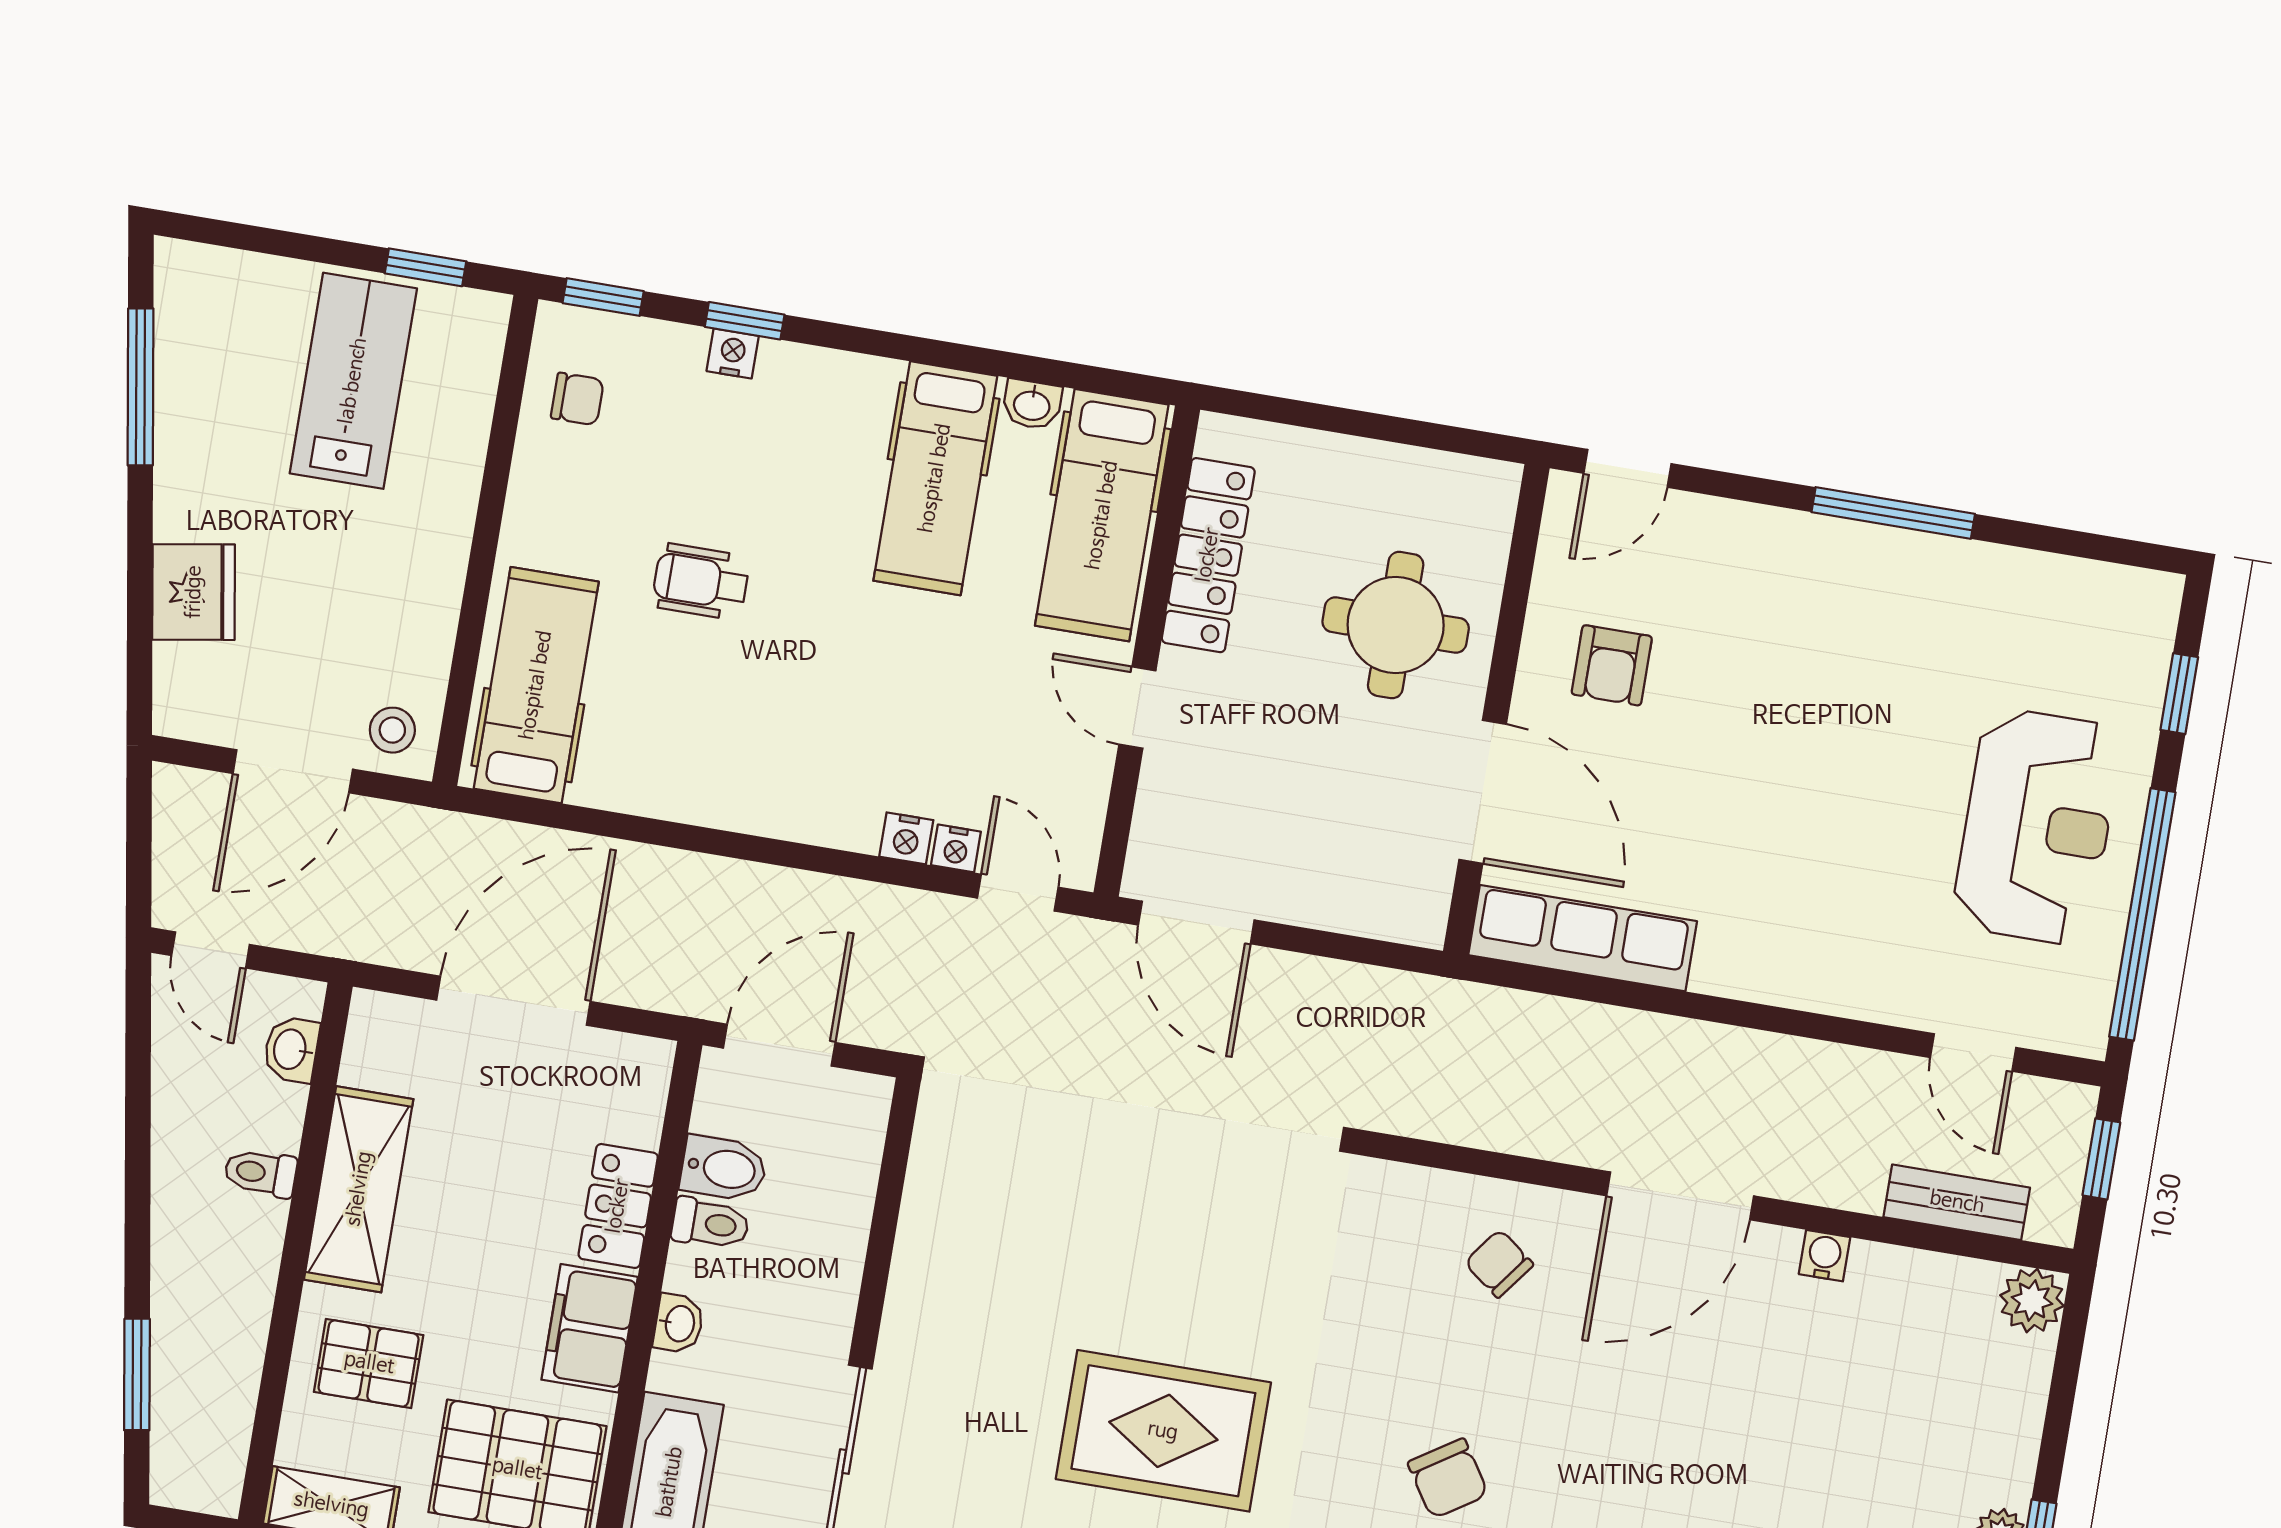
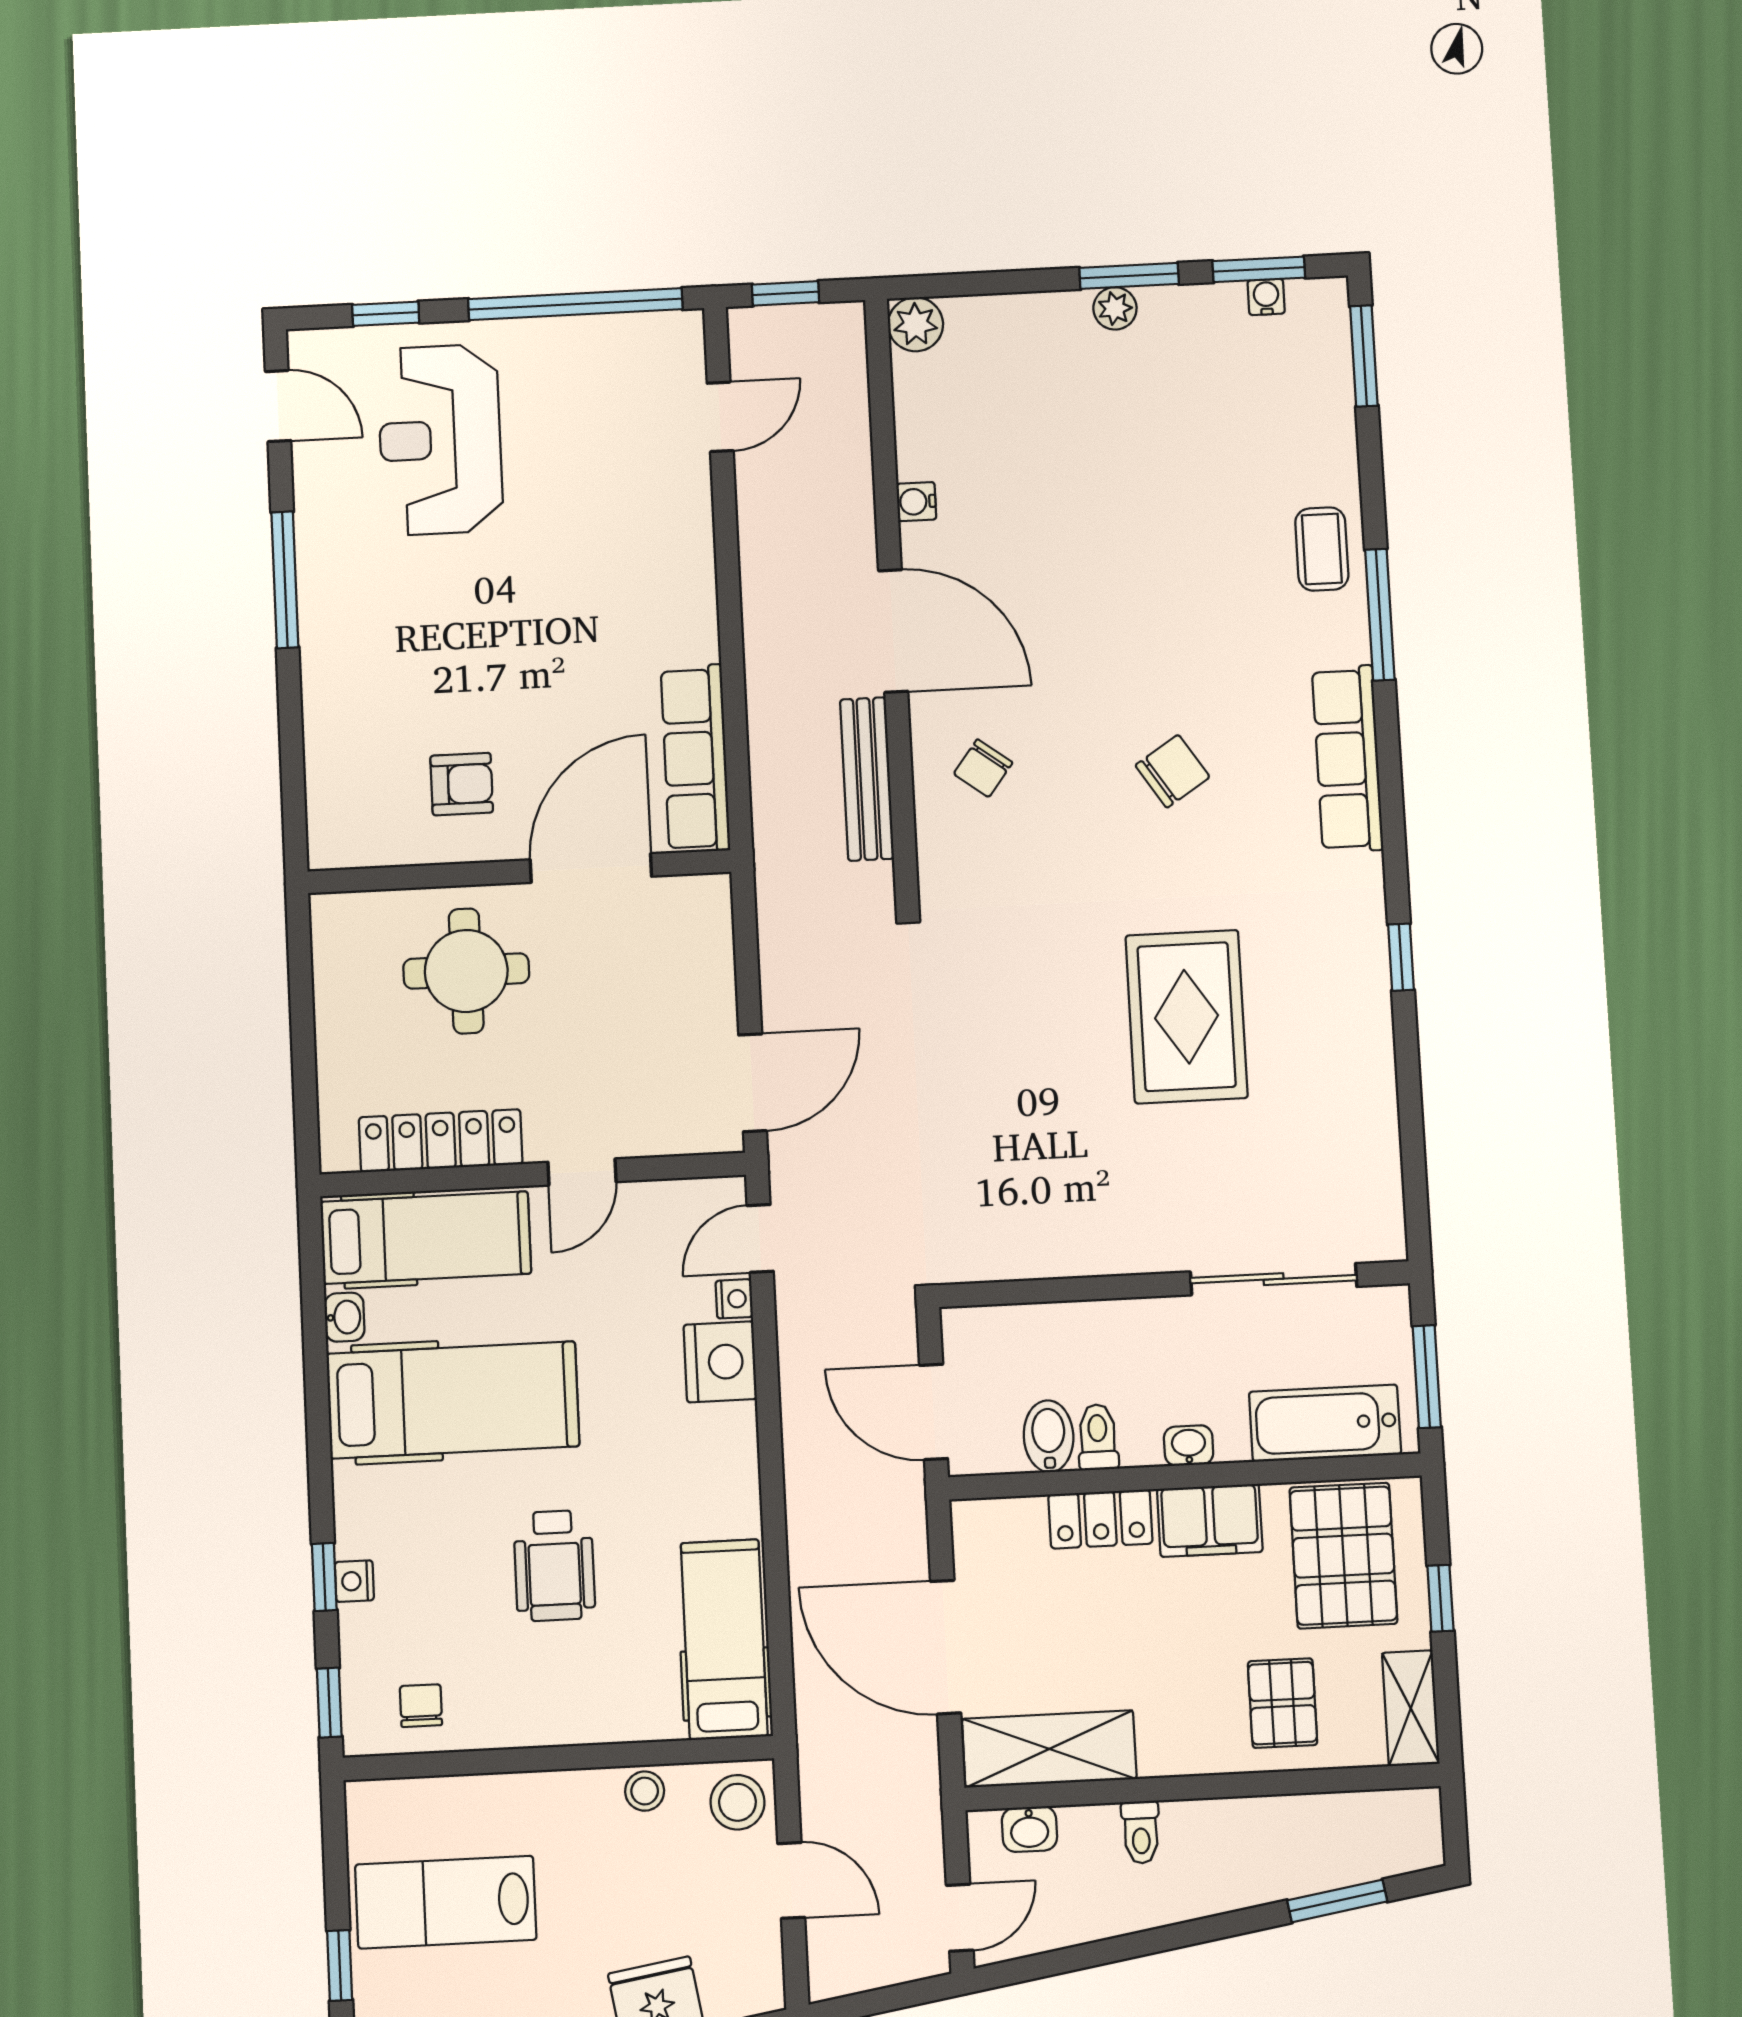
window: (425, 267) -> (340, 1965), moved
door: (1627, 468) -> (278, 406), moved
hospital bed: (935, 478) -> (453, 1400), width x1.37, depth x1.29
wheelchair: (701, 582) -> (554, 1566), width x1.36, depth x1.37
stool: (428, 629) -> (645, 1791), added
hospital bed: (536, 685) -> (724, 1640), moved, turned 90
stool: (392, 730) -> (737, 1802), width x1.37, depth x1.37
door: (293, 771) -> (791, 1880), width x0.73
reception desk: (2037, 827) -> (440, 440), moved, turned -90
nightstand: (906, 838) -> (720, 1362), width x1.89, depth x1.79
shelving: (359, 1189) -> (1049, 1749), moved
bench: (1957, 1202) -> (867, 779), moved, width x1.36

